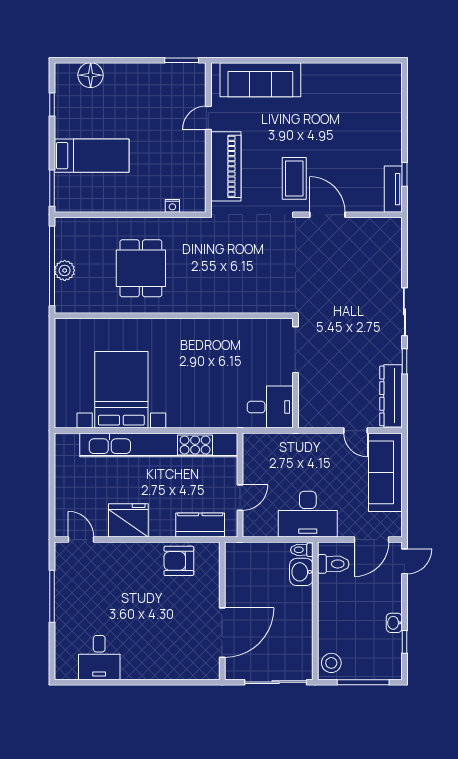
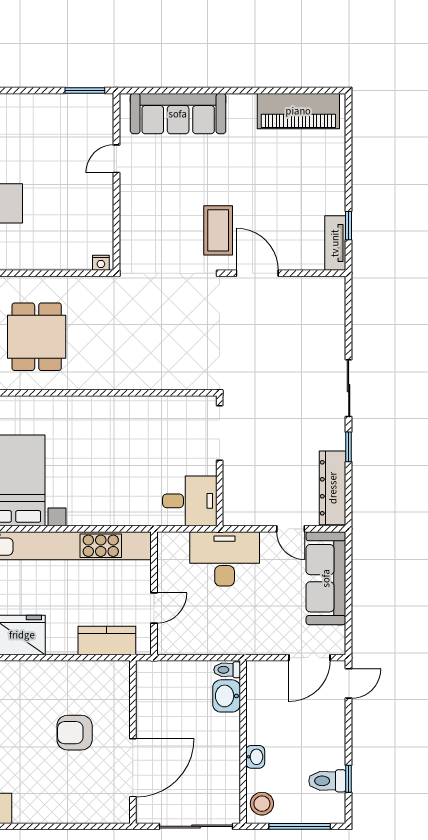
piano: (226, 166) -> (298, 111), moved, turned 90
nightstand: (172, 206) -> (101, 263), moved
desk: (308, 514) -> (225, 559), moved, turned 180
armchair: (179, 561) -> (75, 733), moved
toilet: (333, 564) -> (327, 781), moved, turned 180
washbasin: (394, 623) -> (255, 757), moved, turned 180

